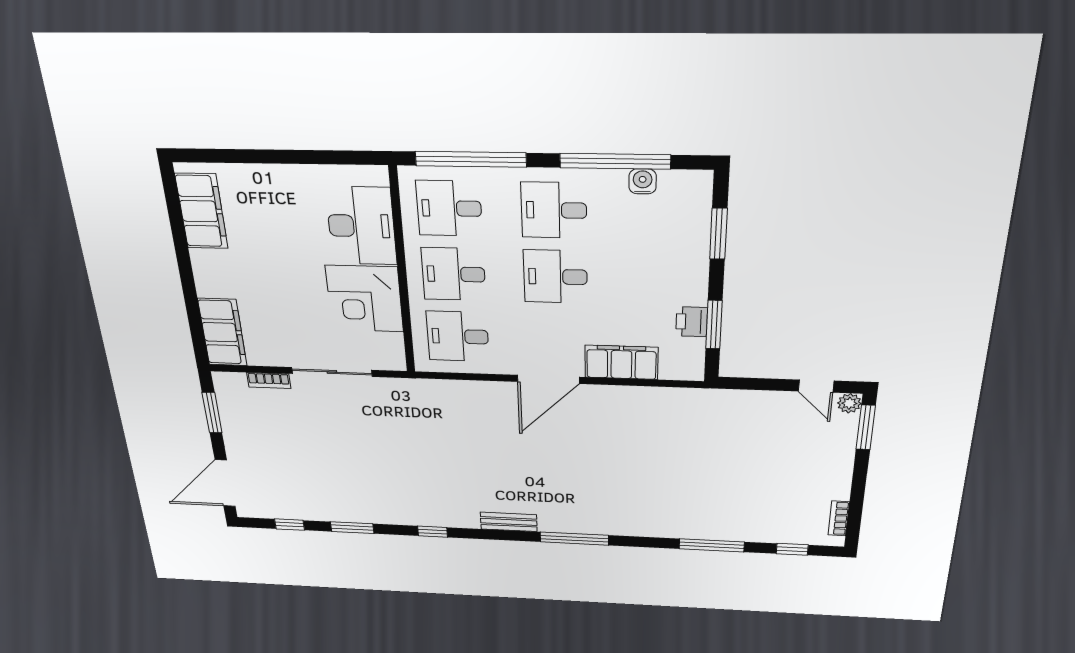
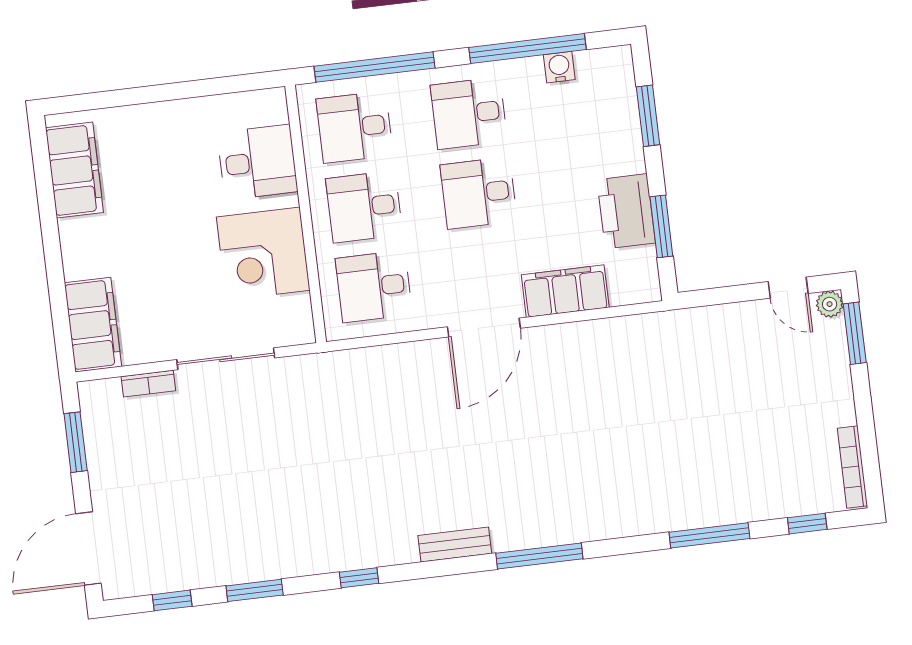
desk: (361, 226) -> (257, 162), width x0.73
printer: (692, 322) -> (626, 211), width x1.87, depth x1.48
bookcase: (839, 518) -> (852, 467), width x1.56

